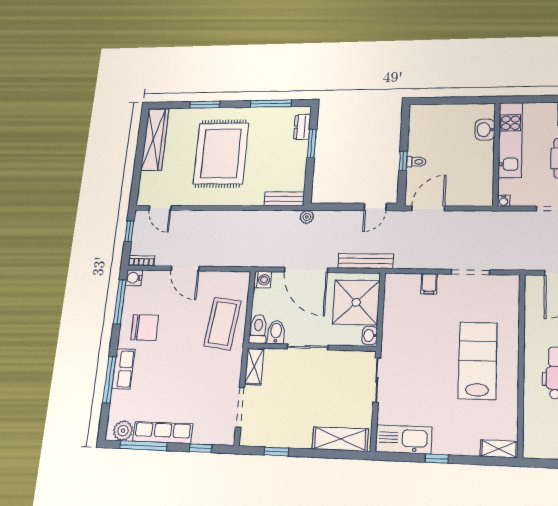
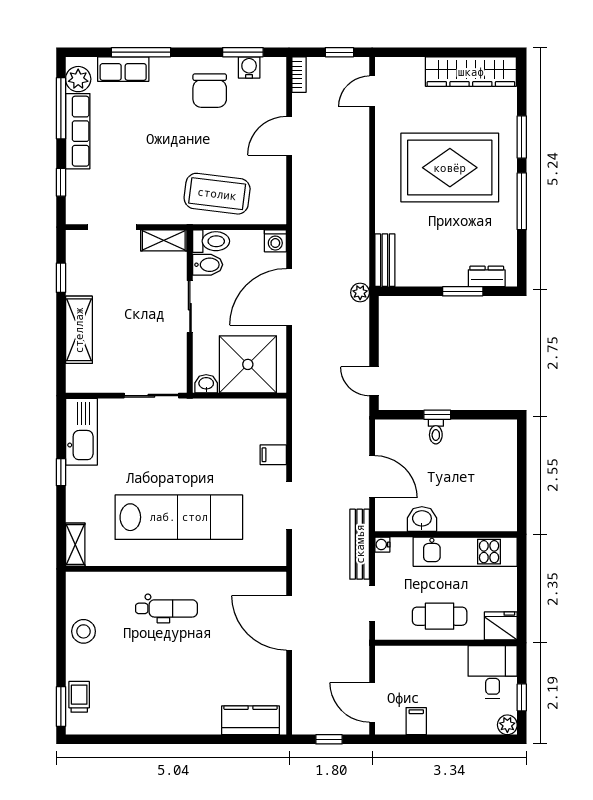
window: (271, 104) -> (522, 201), moved
washbasin: (485, 130) -> (422, 519), moved
door: (428, 208) -> (372, 477), moved
bench: (365, 261) -> (360, 544), moved
water cooler: (134, 278) -> (249, 67), moved
window: (120, 302) -> (243, 52), width x0.69
lab bench: (478, 360) -> (179, 517), width x1.36
row of seats: (123, 369) -> (123, 69), moved
shelving: (340, 439) -> (79, 330), moved

